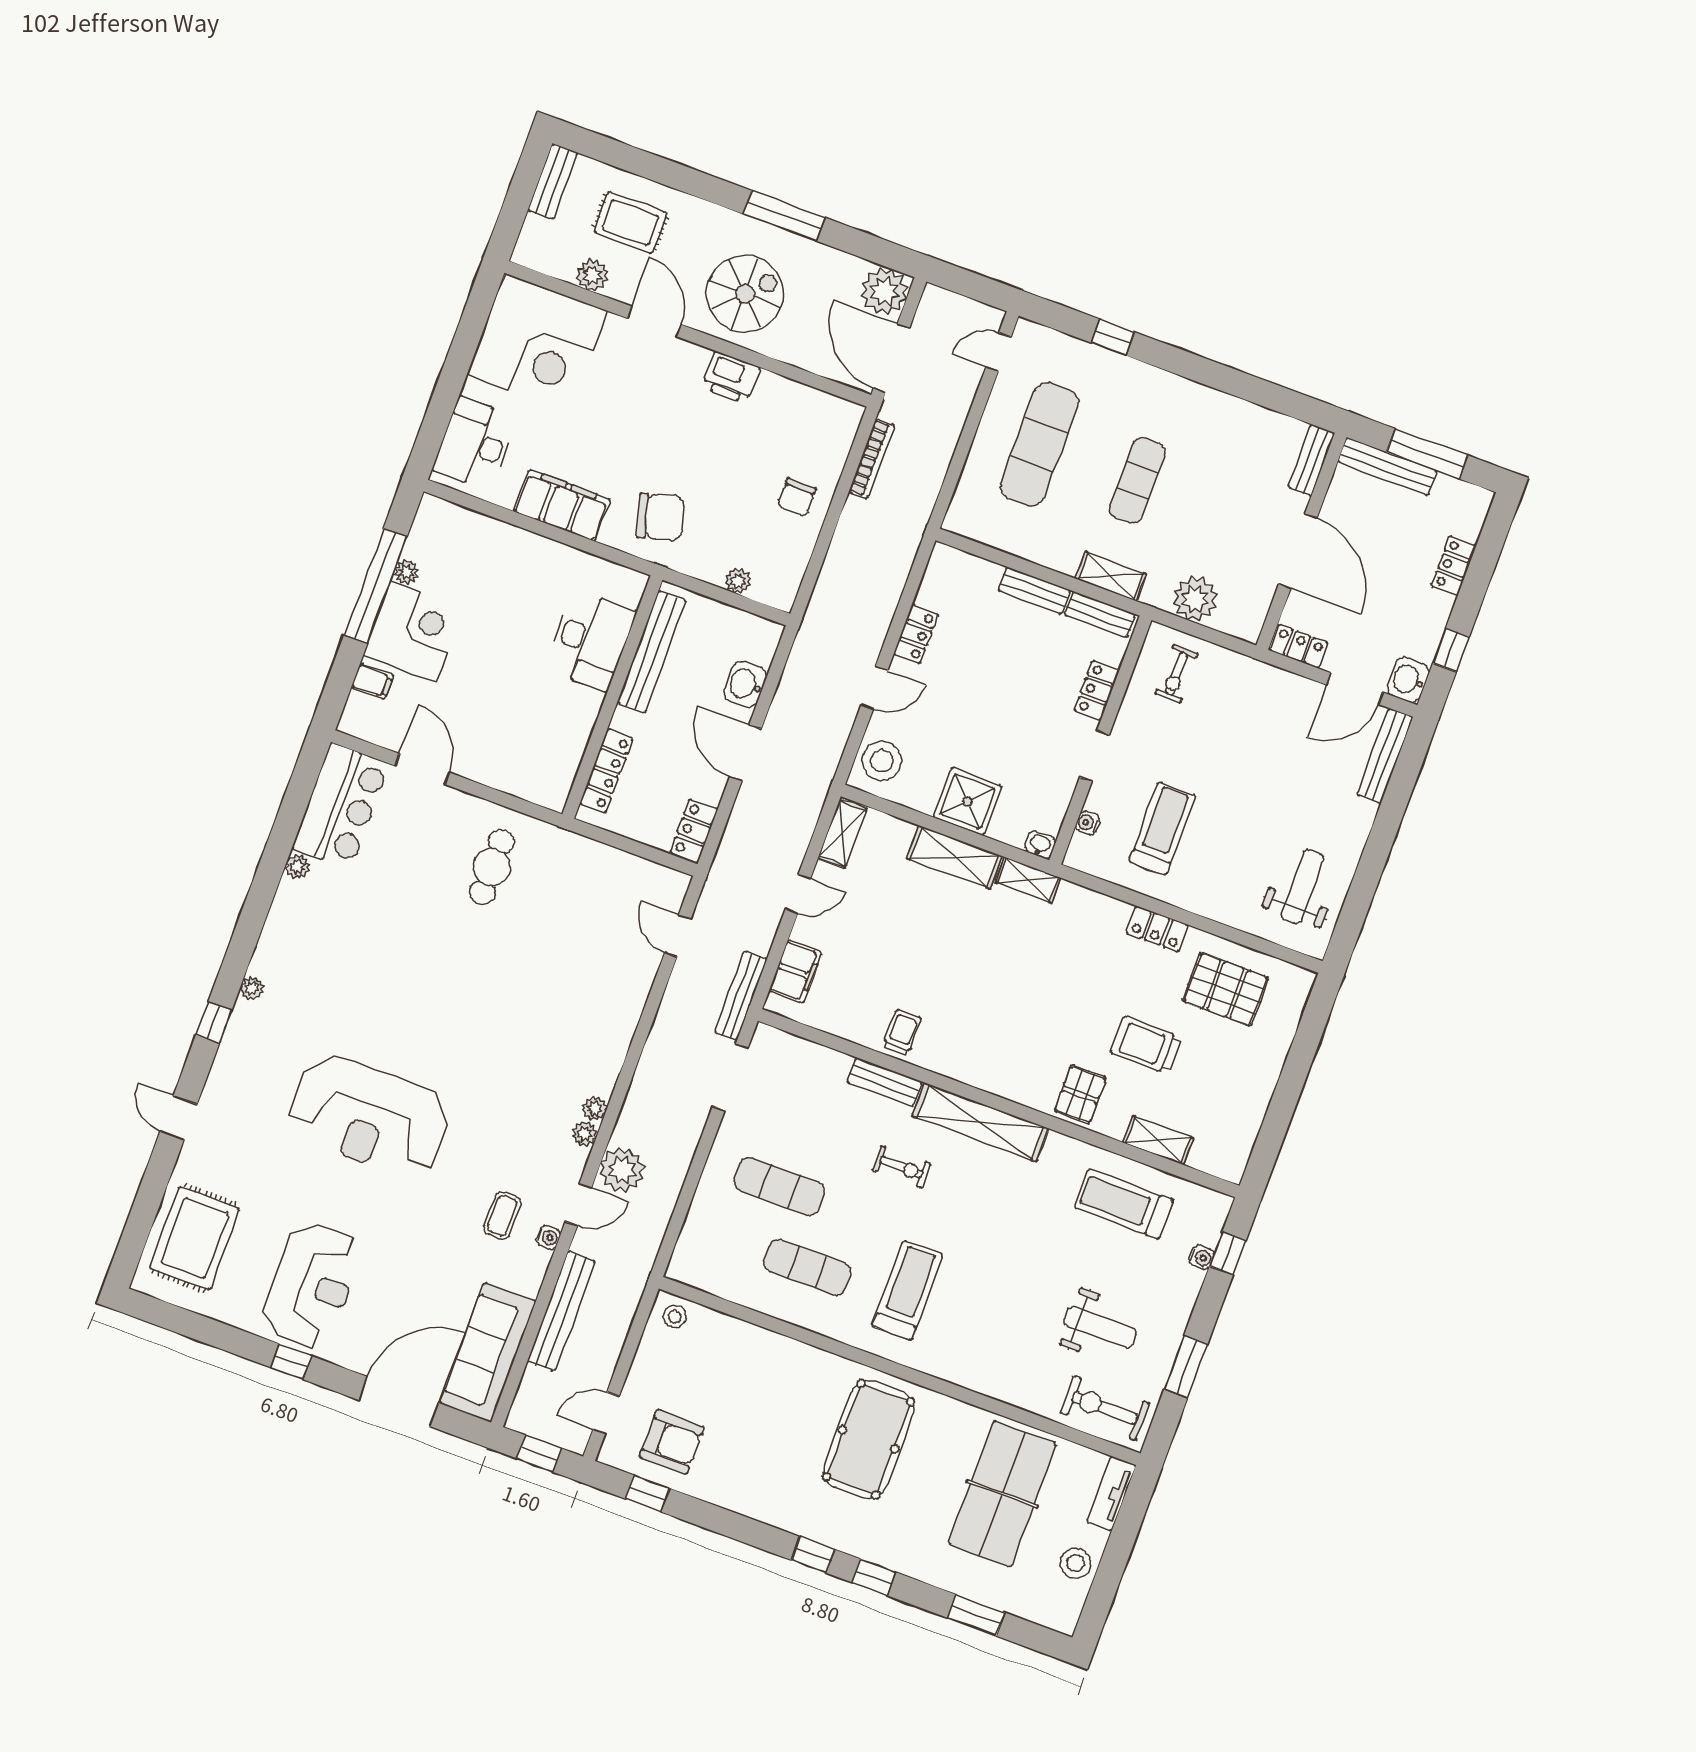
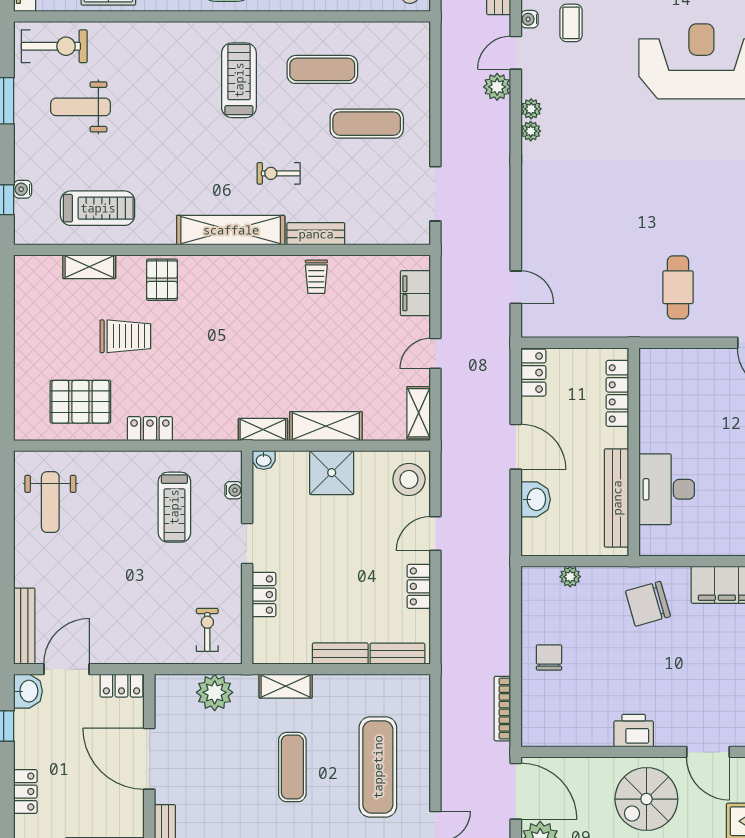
bench: (1100, 614) -> (397, 654), moved
bench: (741, 996) -> (450, 259), removed
plant: (622, 1170) -> (497, 87), width x0.73, depth x0.73
treadmill: (907, 1291) -> (239, 80), turned 180

